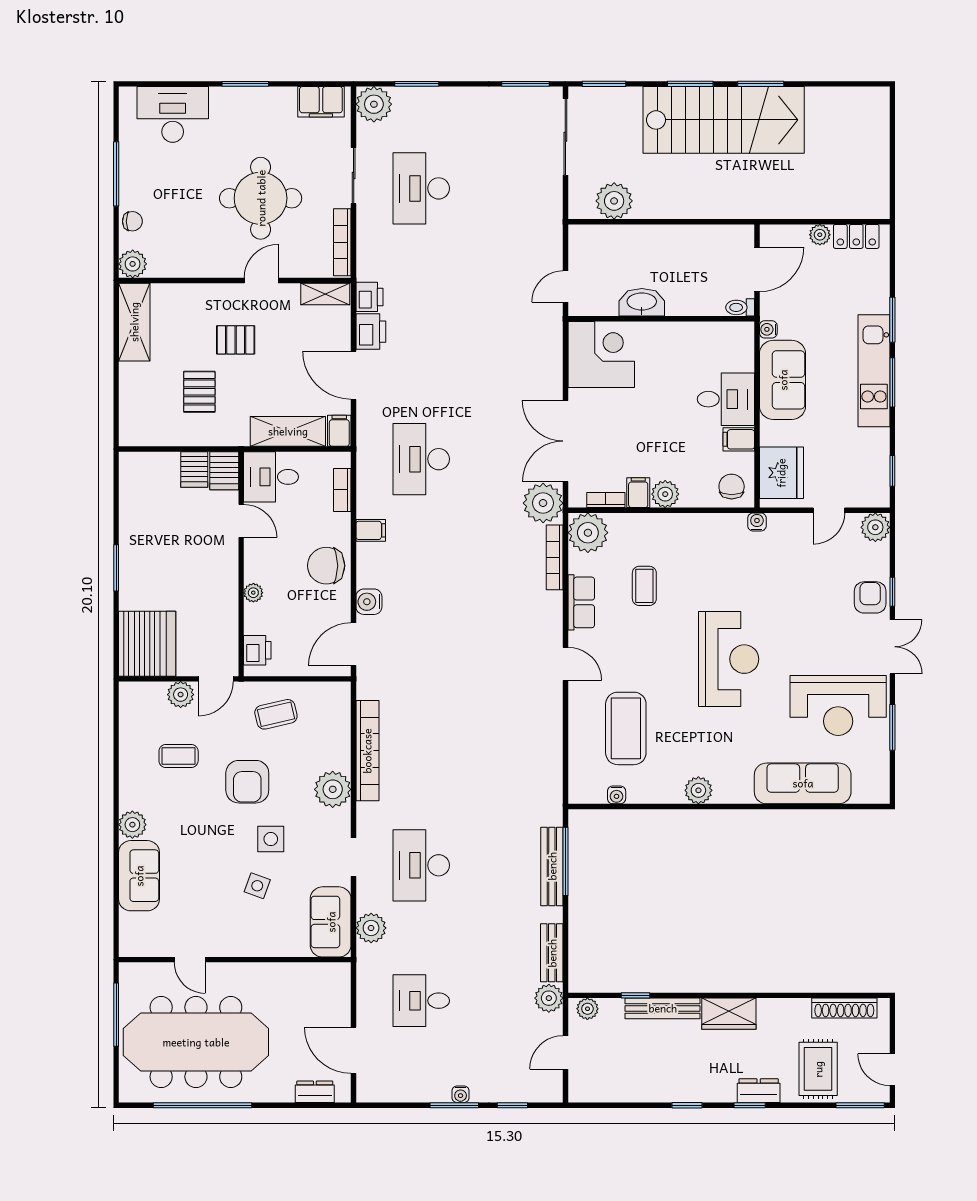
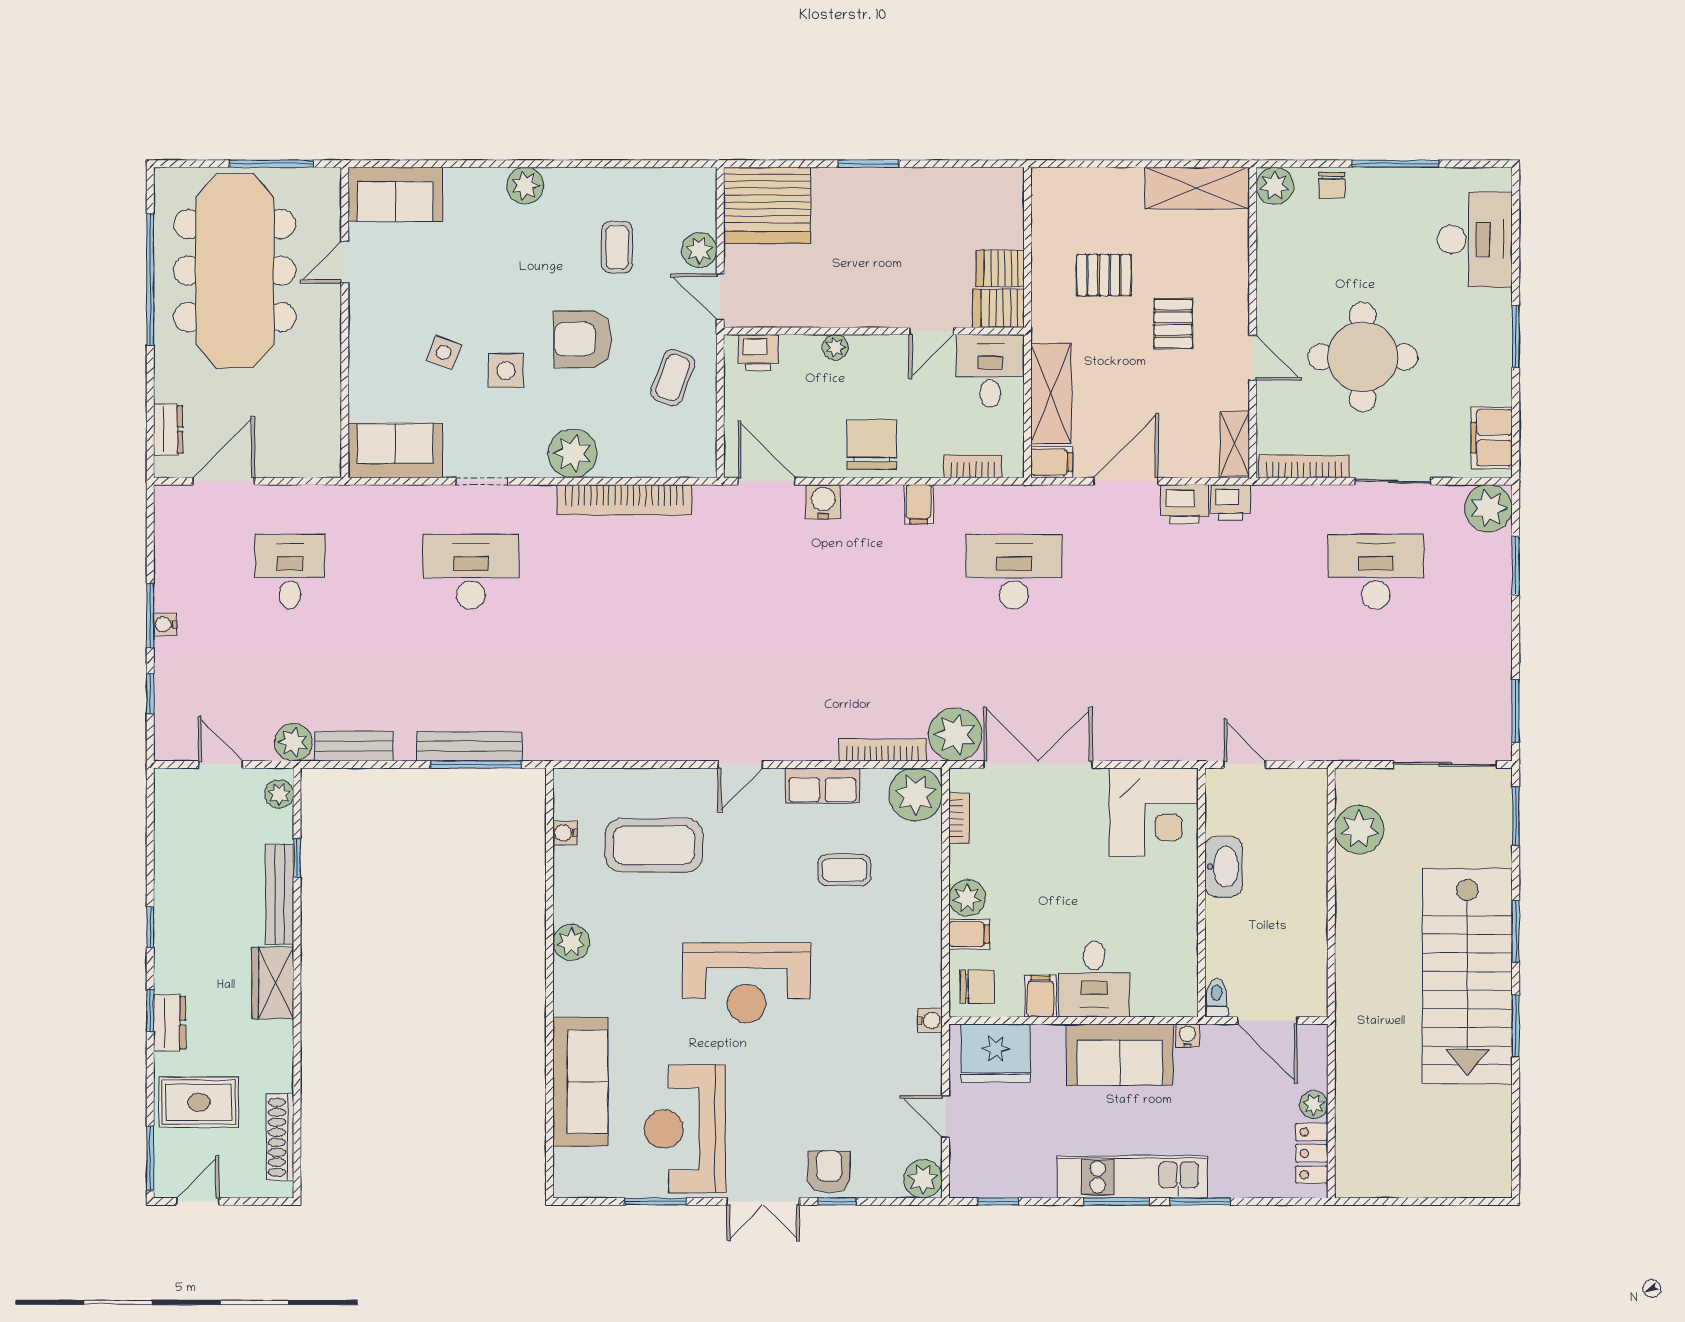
filing cabinet: (638, 493) -> (969, 934), moved
armchair: (870, 597) -> (829, 1172), turned -90
coffee table: (276, 714) -> (673, 378), turned 33
sofa: (139, 876) -> (395, 194), moved
plant: (371, 928) -> (387, 505), removed

